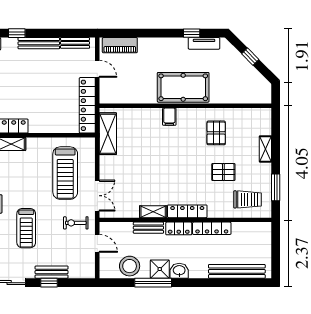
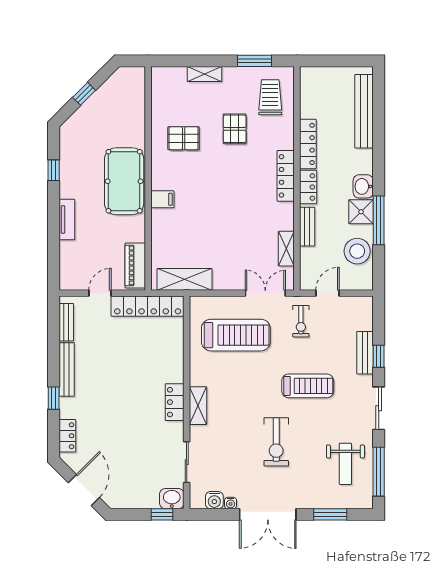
tv unit: (204, 43) -> (67, 219), moved
piano: (120, 45) -> (135, 265), moved, turned 180
shelving: (153, 212) -> (286, 249), moved

